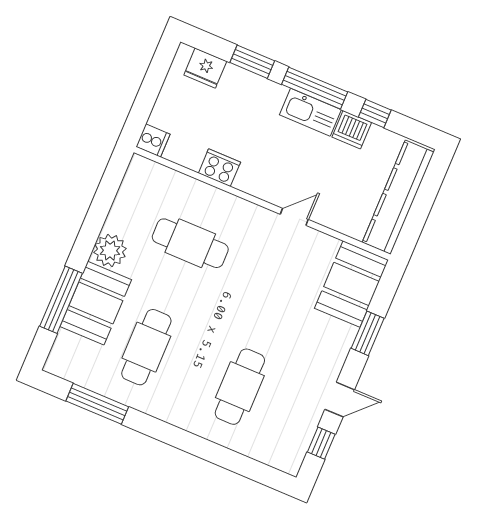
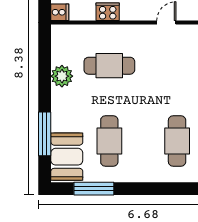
plant: (110, 250) -> (62, 76), moved
booth: (96, 303) -> (67, 157), moved

